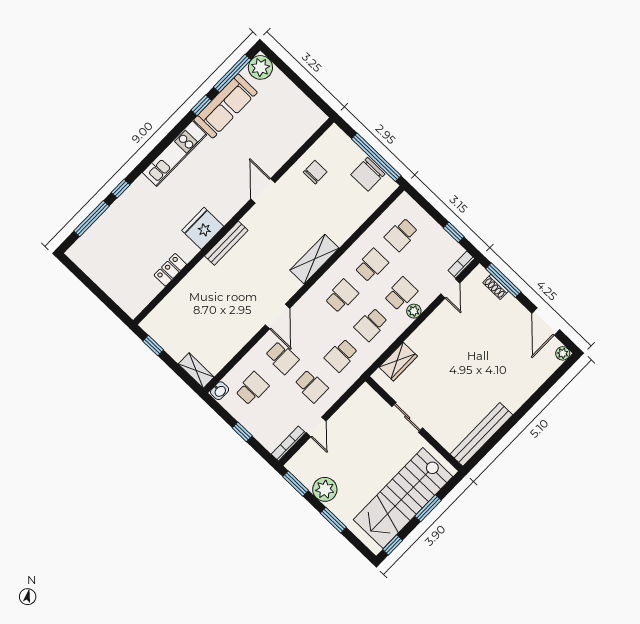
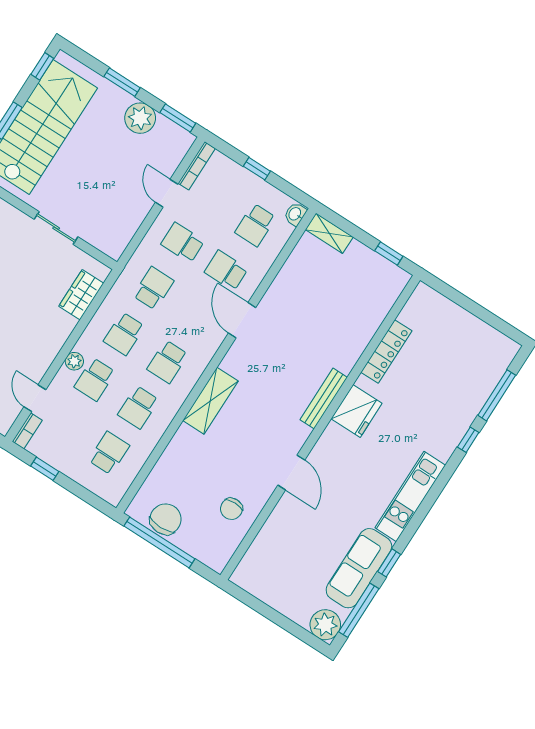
locker: (170, 270) -> (386, 352), width x1.53
school desk: (371, 325) -> (124, 334), turned 180

